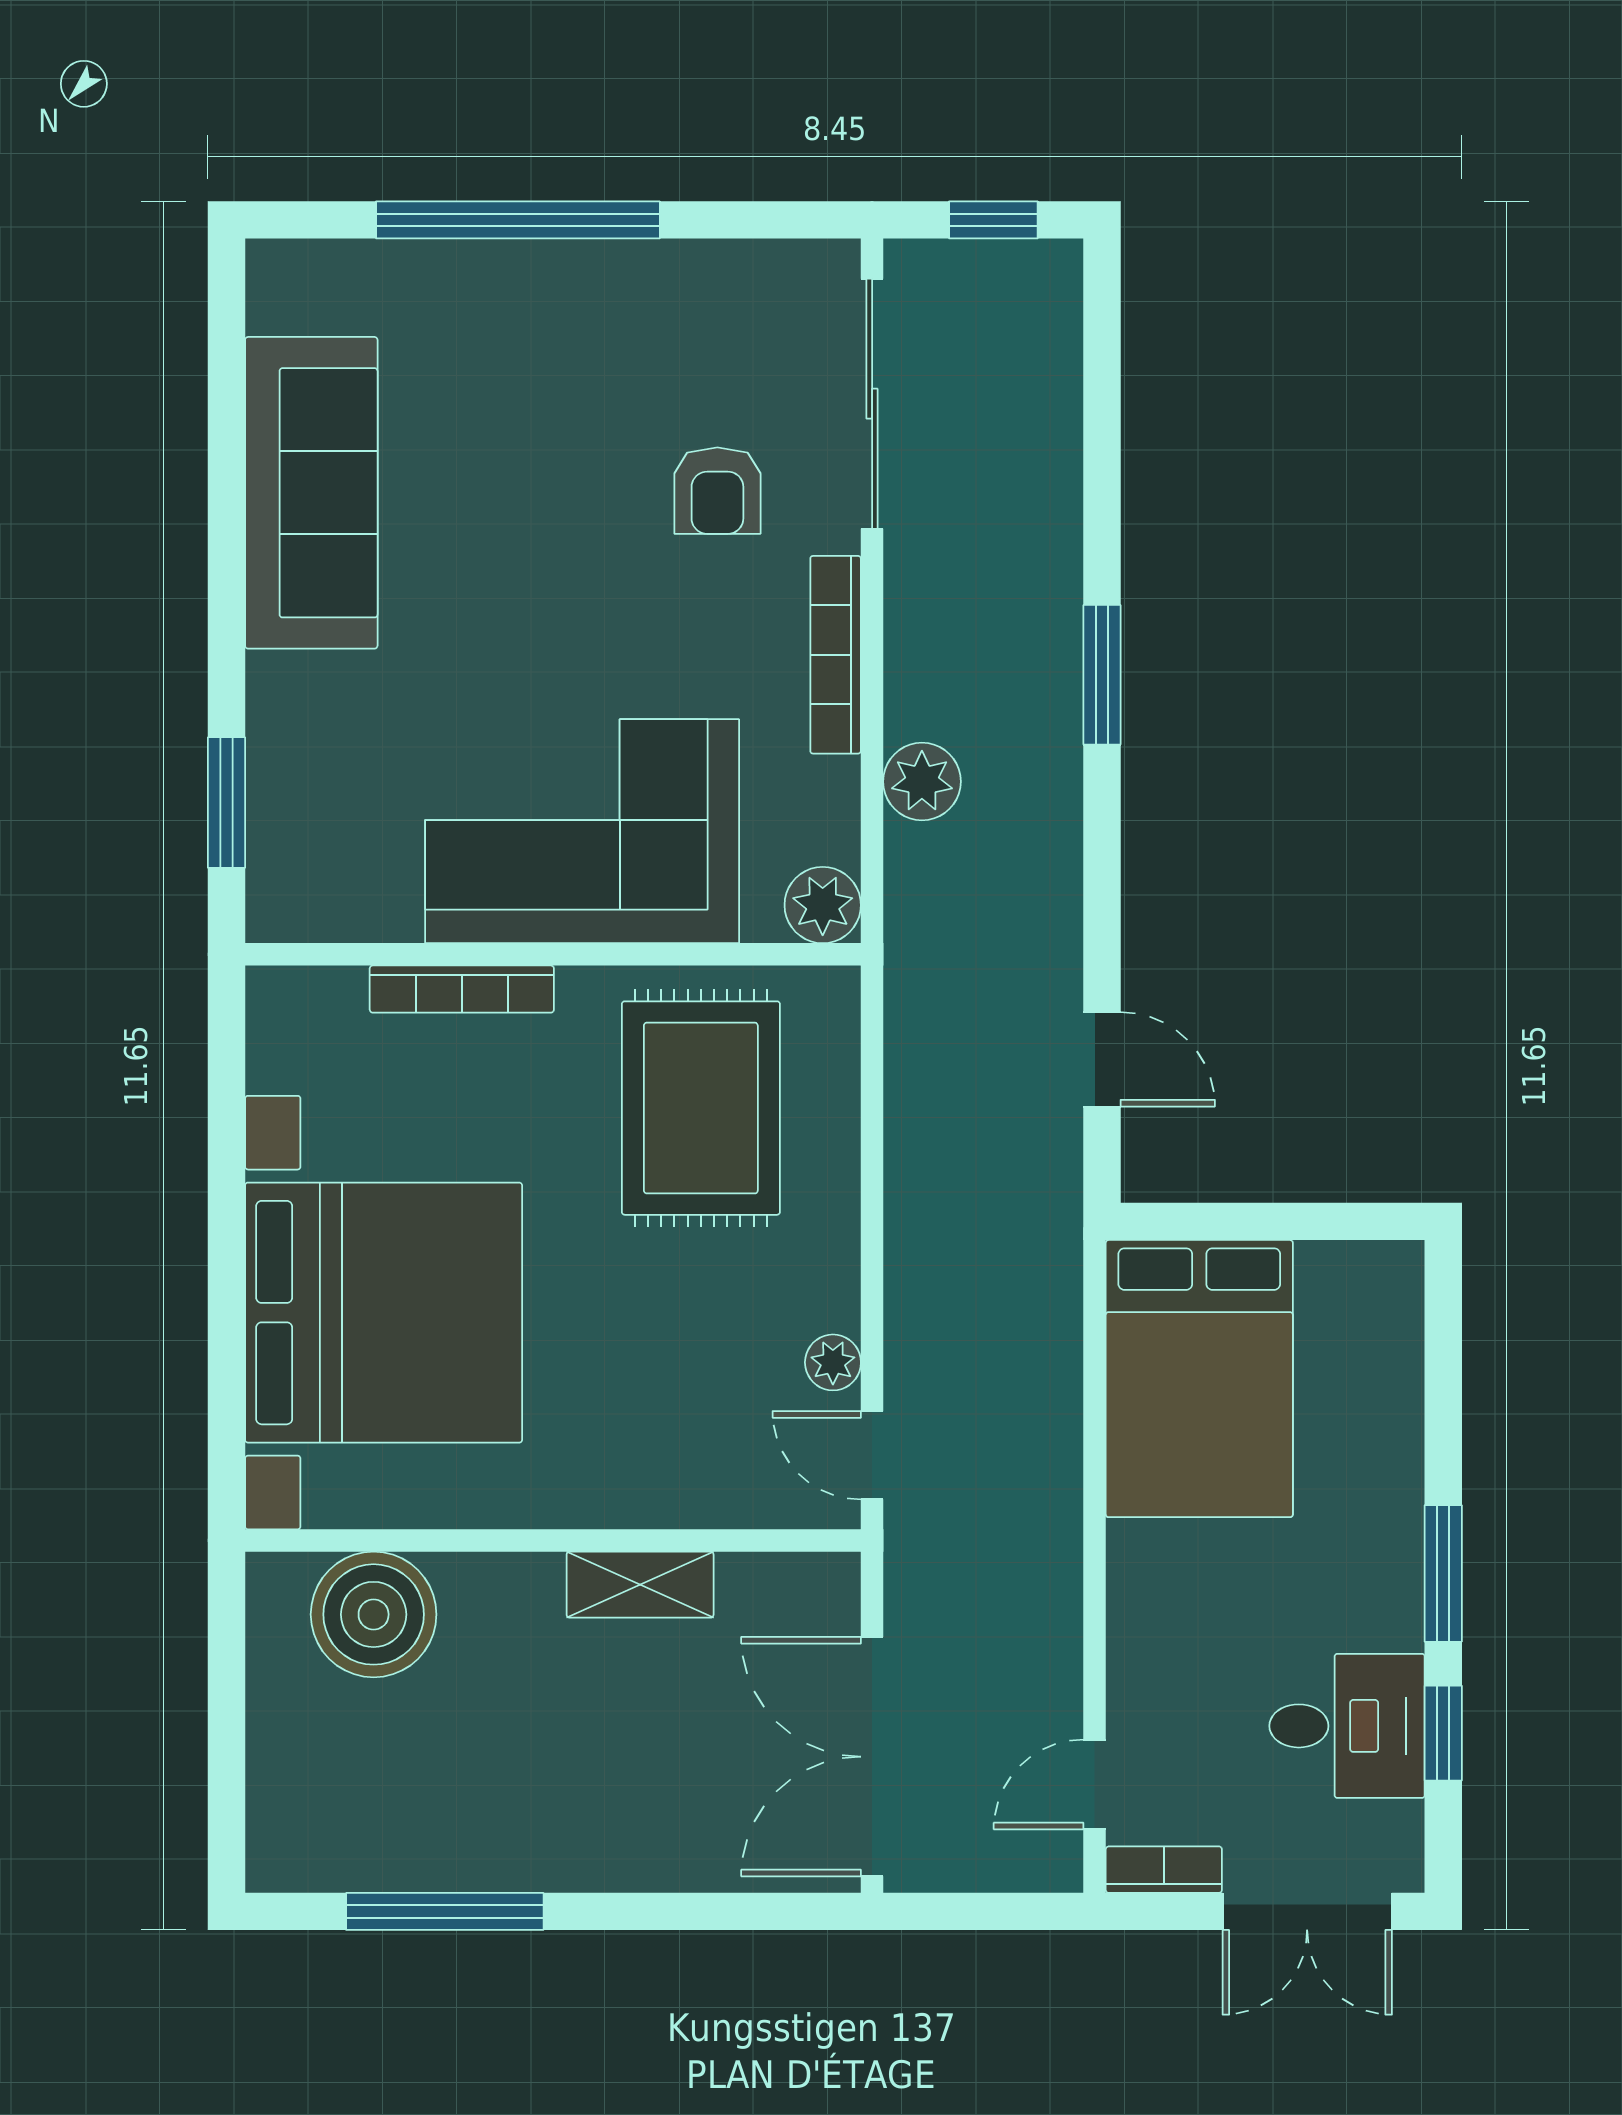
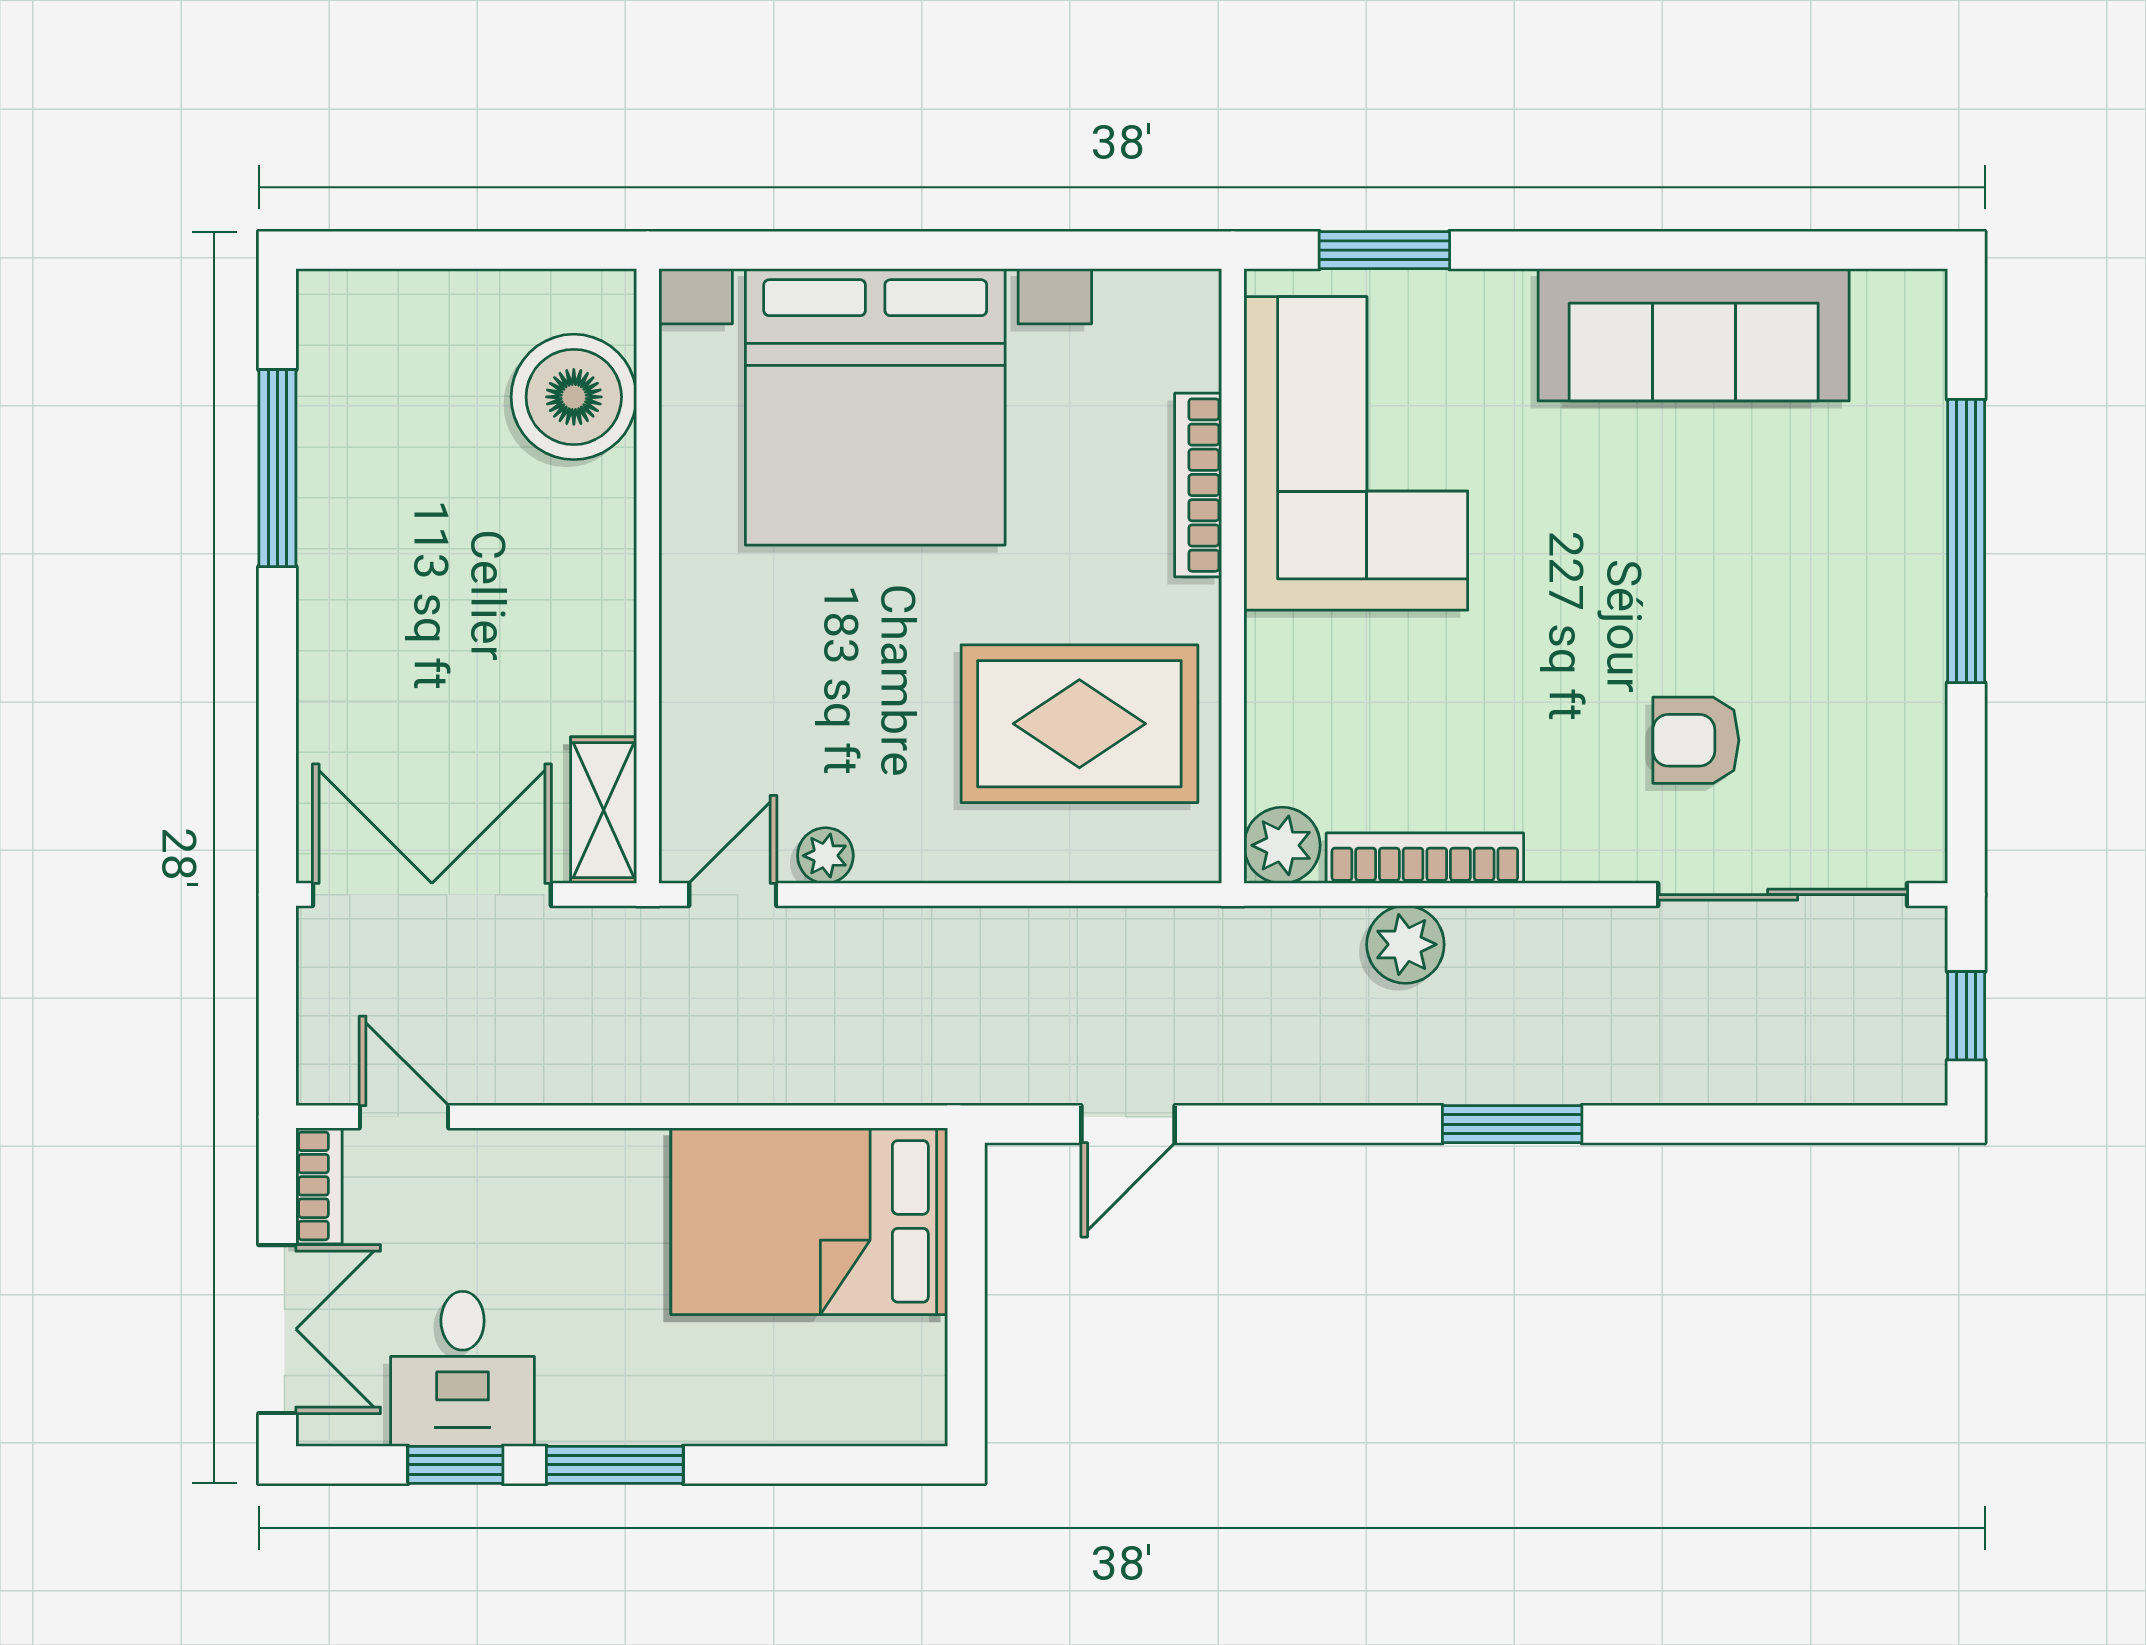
bookcase: (836, 655) -> (1425, 858), moved
corner sofa: (582, 831) -> (1356, 453), moved
shelving: (640, 1585) -> (604, 810), moved
double door: (1307, 1911) -> (277, 1329), swing flipped

